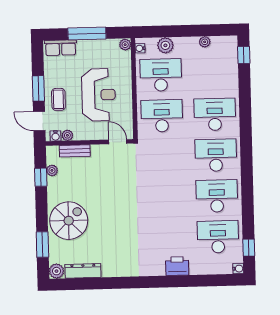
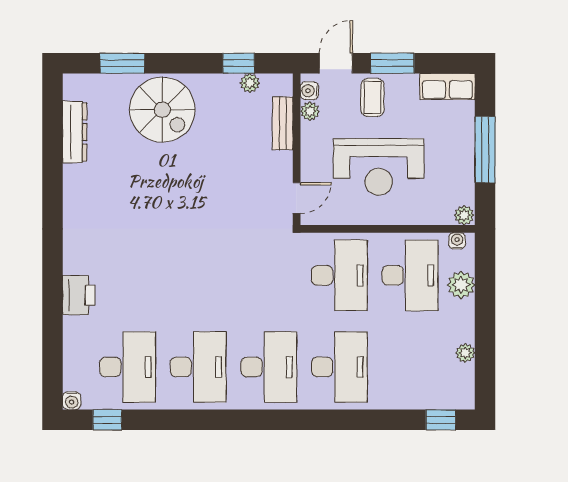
row of seats: (61, 48) -> (447, 86), moved, turned -90
coffee table: (58, 99) -> (372, 97), turned 90
plant: (56, 271) -> (76, 86), removed

